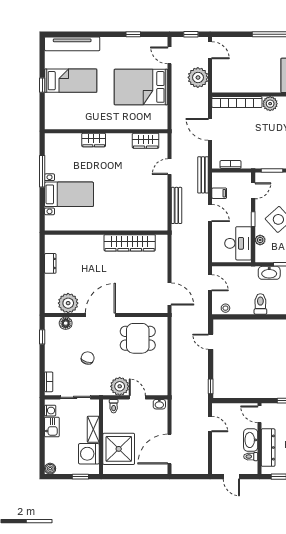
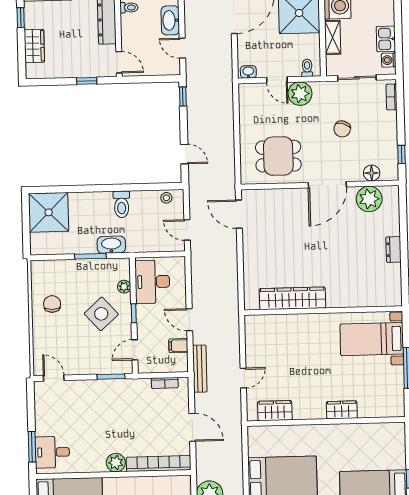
bench: (176, 205) -> (233, 328), removed
wall: (106, 233) -> (323, 311), moved
wardrobe: (130, 243) -> (292, 298), moved
washbasin: (251, 440) -> (170, 20), moved, turned 180

